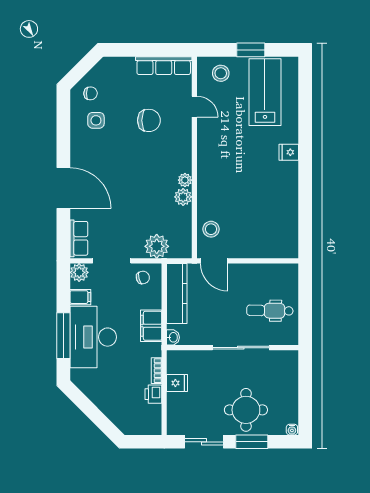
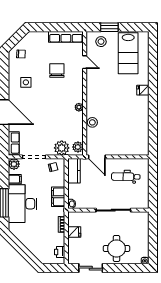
window: (251, 50) -> (109, 27), moved
lab bench: (265, 92) -> (128, 53), turned 180
side table: (96, 120) -> (26, 82), moved
chair: (149, 120) -> (57, 71), turned -90
plant: (183, 197) -> (78, 147), moved
stool: (211, 229) -> (92, 122), moved
kitchen counter: (177, 293) -> (74, 171), width x0.67
dental chair: (270, 311) -> (126, 177), moved
printer: (153, 394) -> (60, 252), moved
window: (252, 442) -> (120, 268), removed

